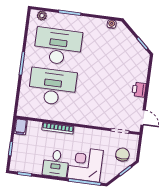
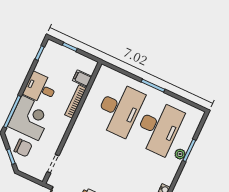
plant: (42, 16) -> (180, 154), moved
filing cabinet: (21, 127) -> (82, 78), moved
chair: (122, 155) -> (23, 148), moved

